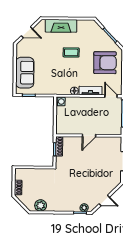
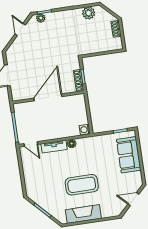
fireplace: (61, 26) -> (83, 214), moved
coffee table: (71, 52) -> (82, 185), width x1.86, depth x1.72
armchair: (105, 63) -> (43, 179), removed
door: (89, 136) -> (48, 97), width x1.87
door: (104, 200) -> (20, 29), hinge flipped

